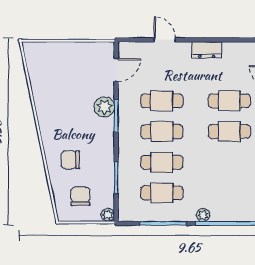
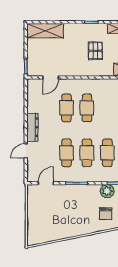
dresser: (207, 50) -> (32, 127), width x1.44
door: (116, 70) -> (46, 183), hinge flipped
plant: (104, 107) -> (107, 191), moved

